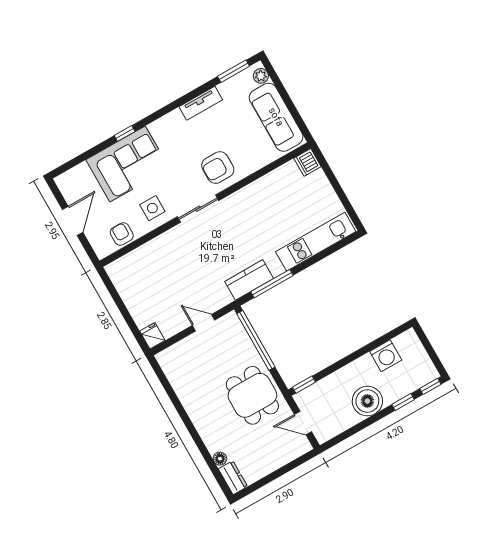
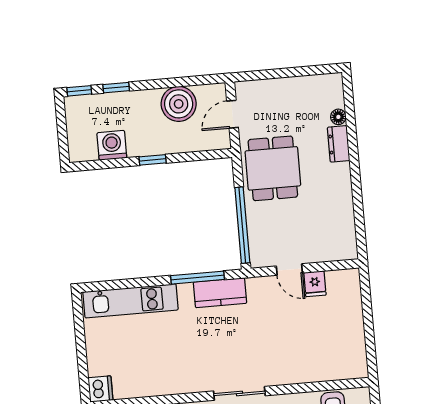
fridge: (152, 336) -> (315, 284), moved
window: (304, 385) -> (153, 160), moved
boiler: (367, 401) -> (179, 104), moved
door: (303, 423) -> (233, 114), swing flipped
dresser: (233, 478) -> (339, 144), moved

